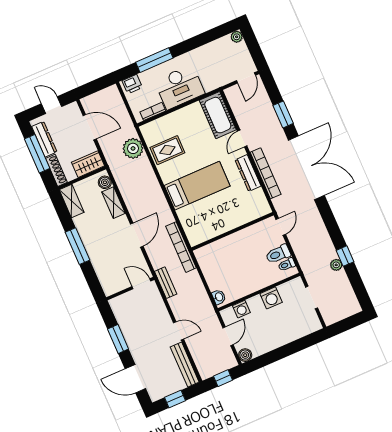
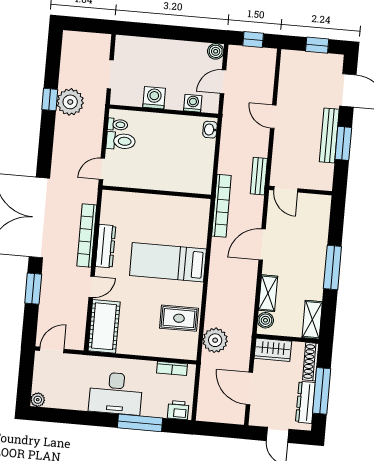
desk: (180, 87) -> (116, 393), moved, turned 180
plant: (336, 265) -> (70, 102), width x1.88, depth x1.88
bench: (185, 365) -> (329, 135), moved

